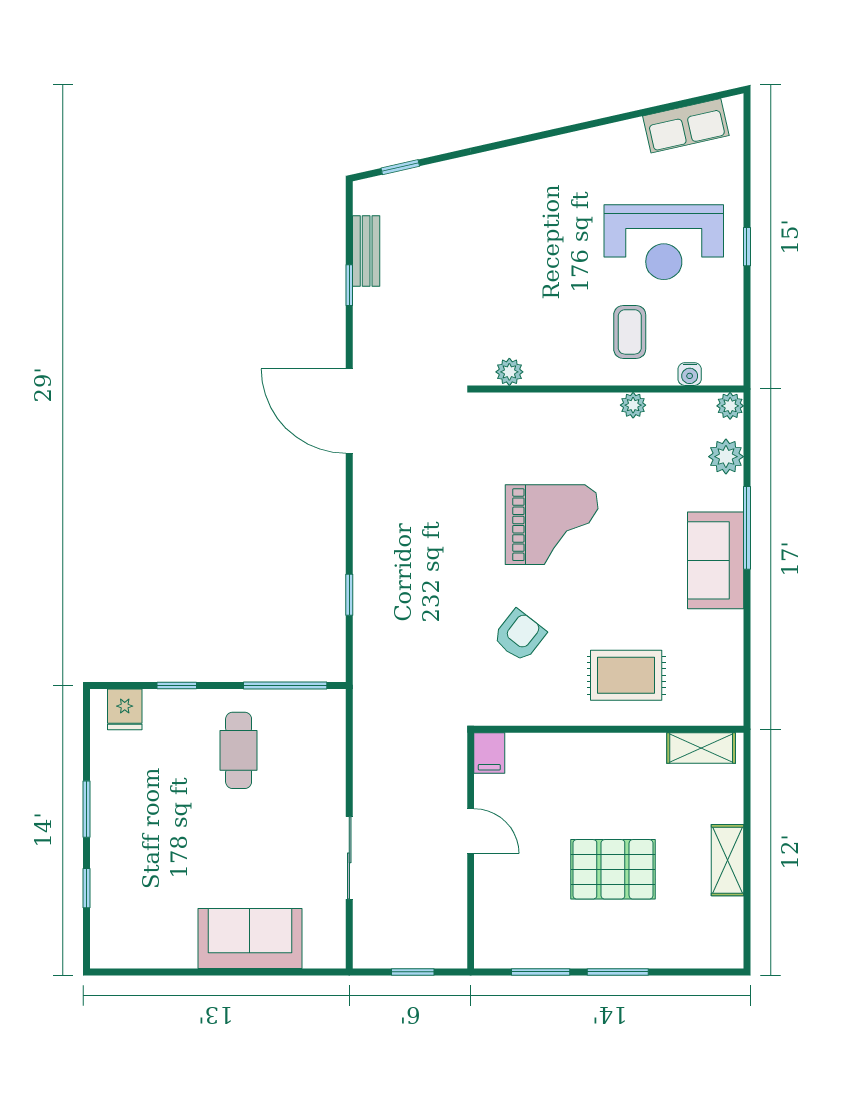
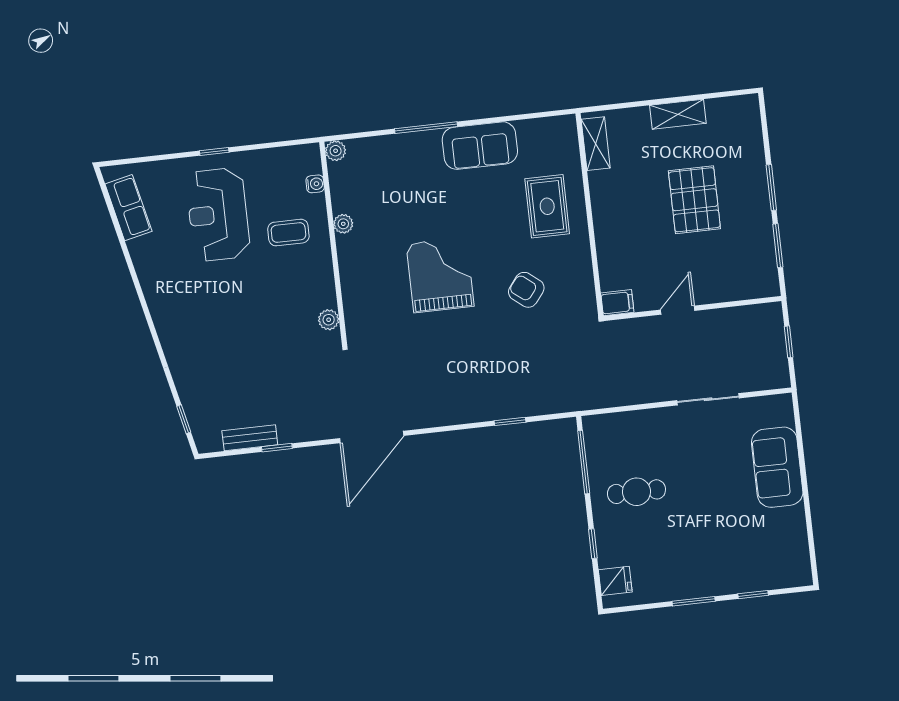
reception desk: (664, 242) -> (218, 214), turned 180
plant: (726, 457) -> (374, 150), removed
sofa: (716, 560) -> (480, 146), moved

